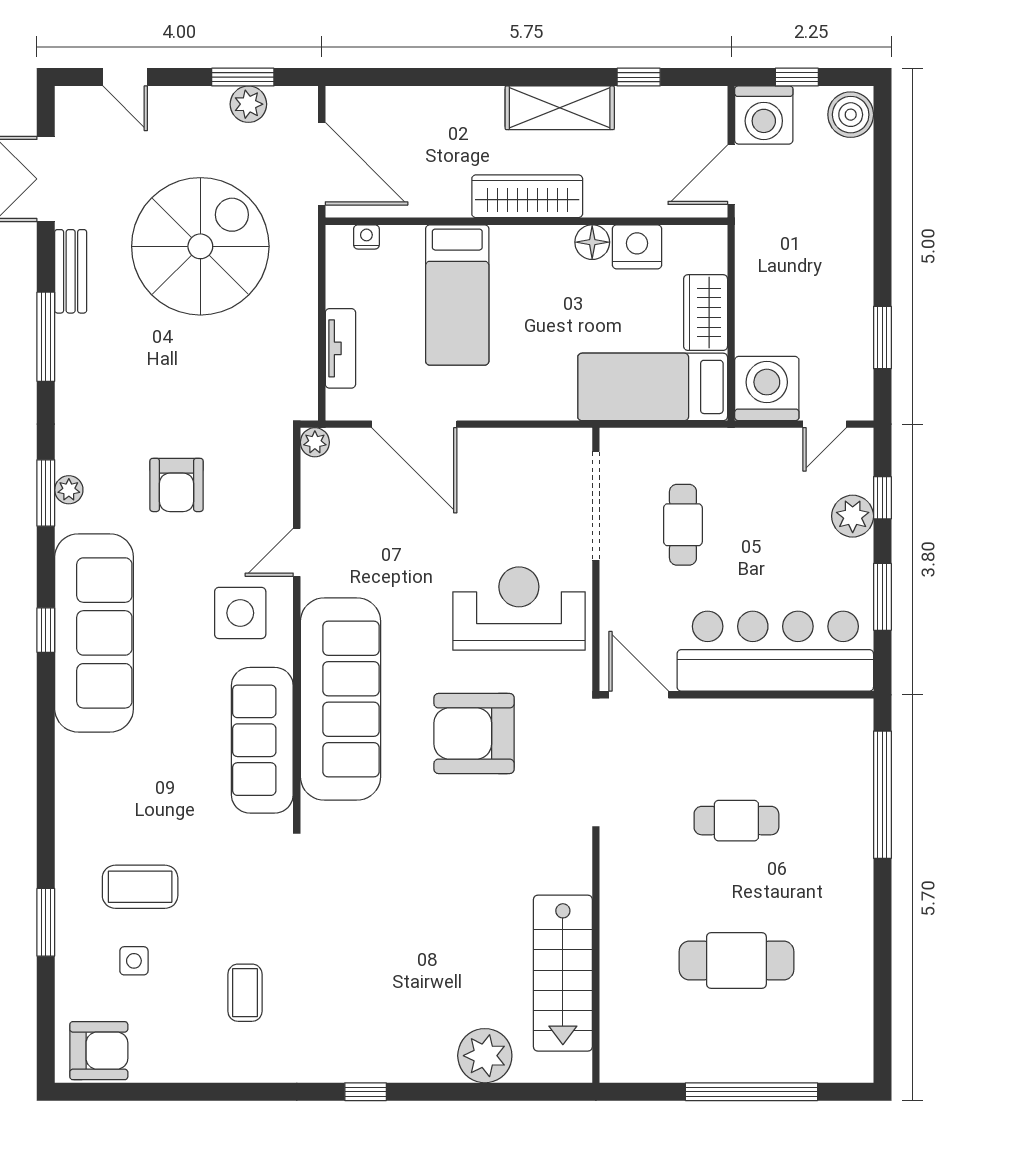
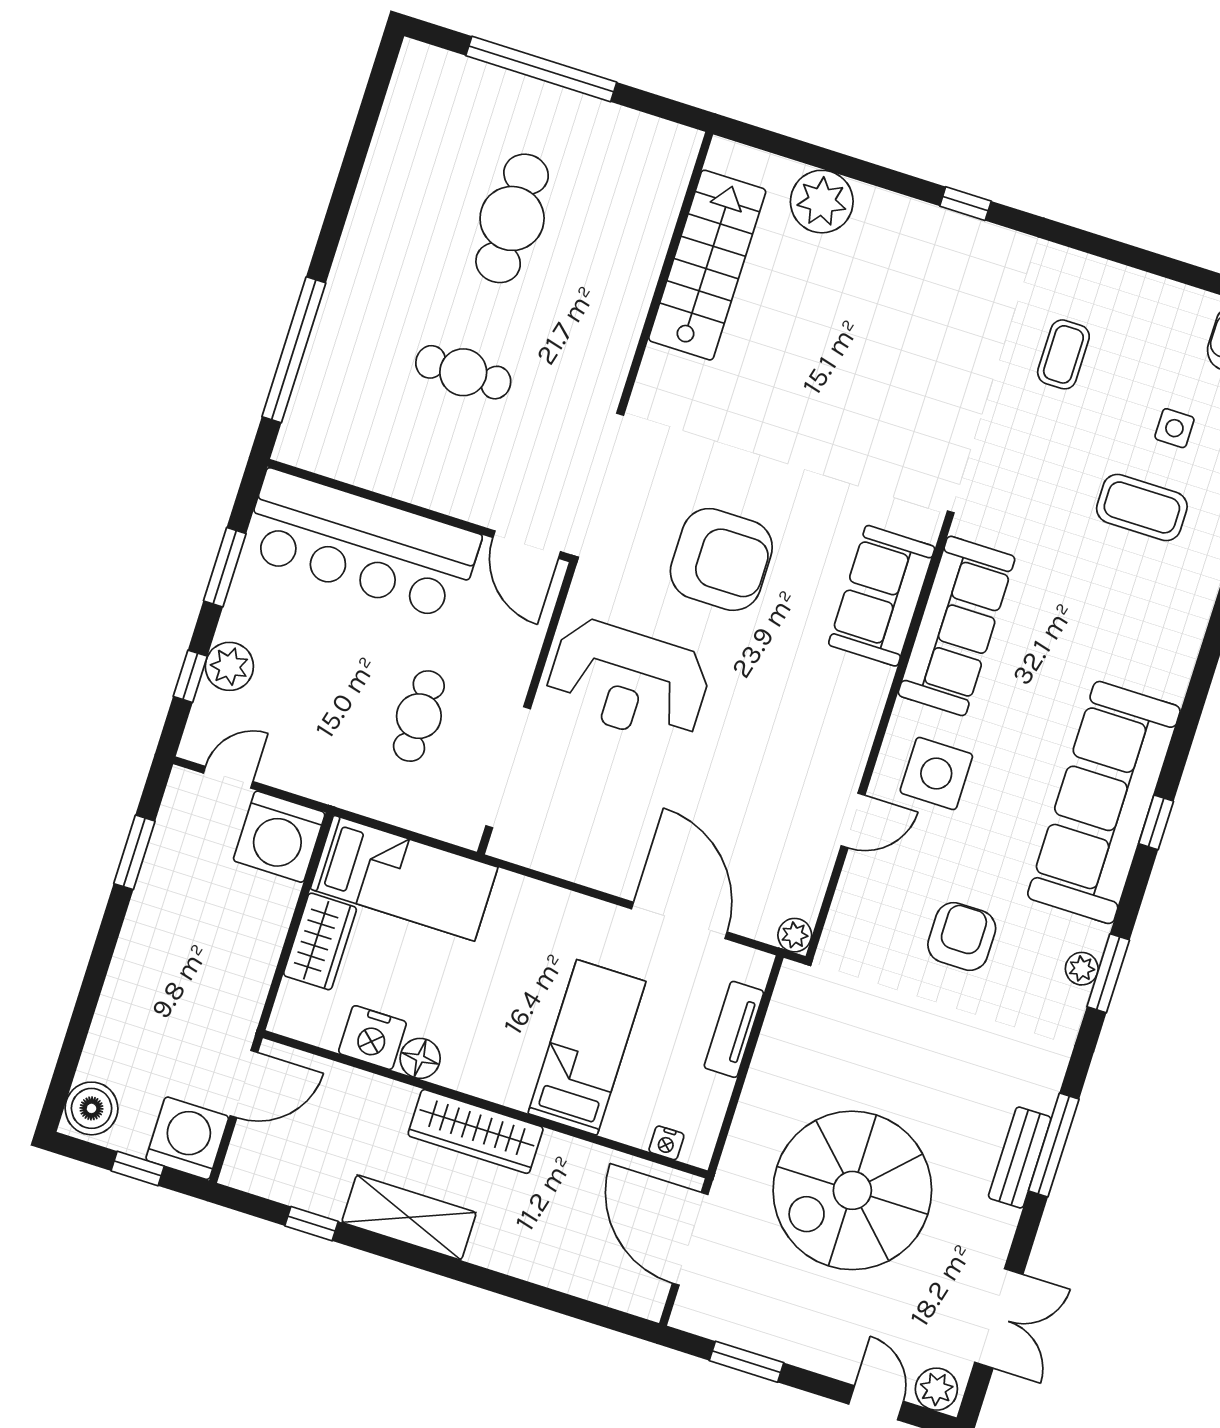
plant: (248, 104) -> (936, 1389), moved
bench: (71, 271) -> (1020, 1158), moved
sofa: (341, 699) -> (882, 596), width x0.54, depth x0.79
cafe table: (736, 961) -> (512, 218), turned 90

